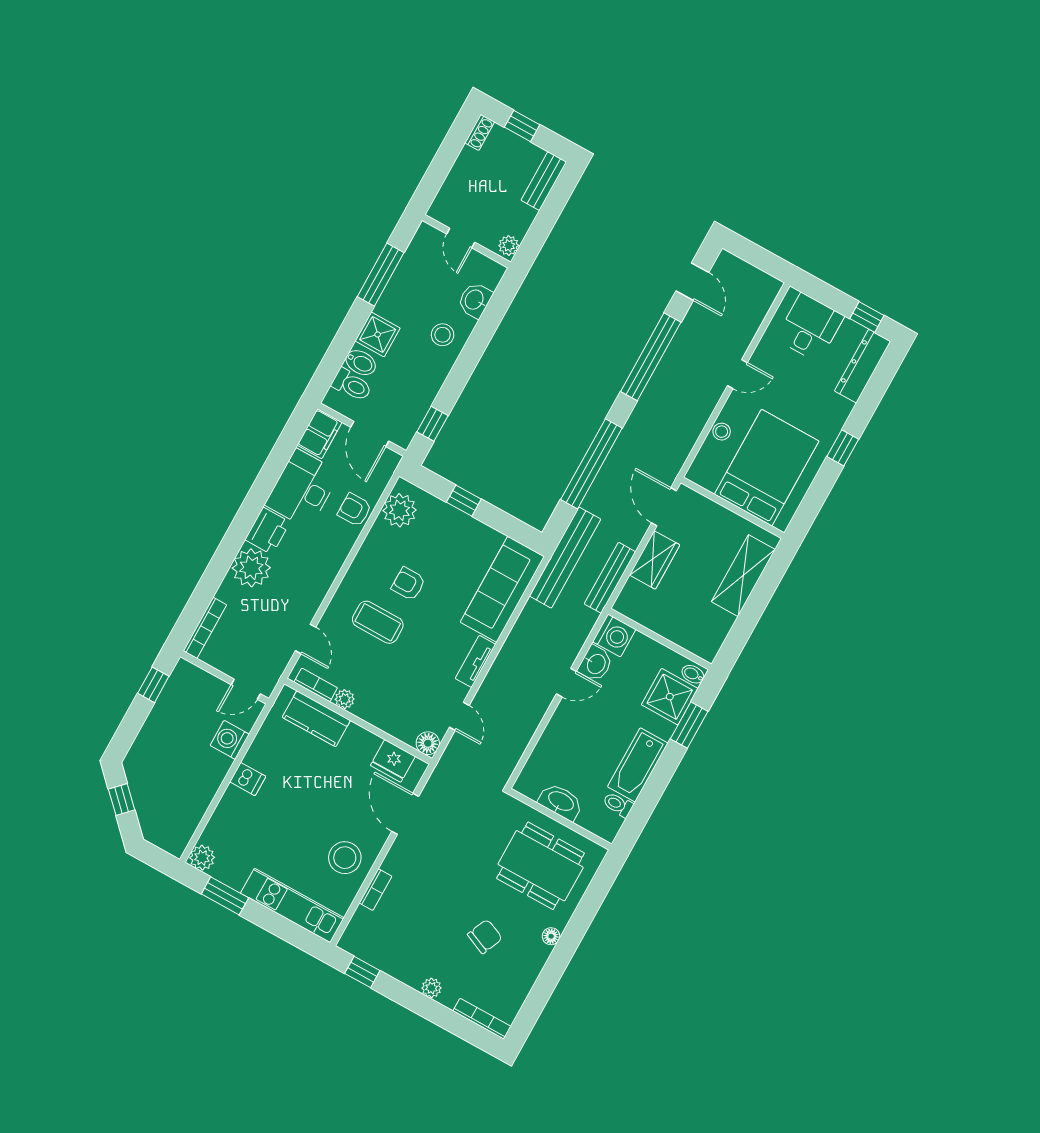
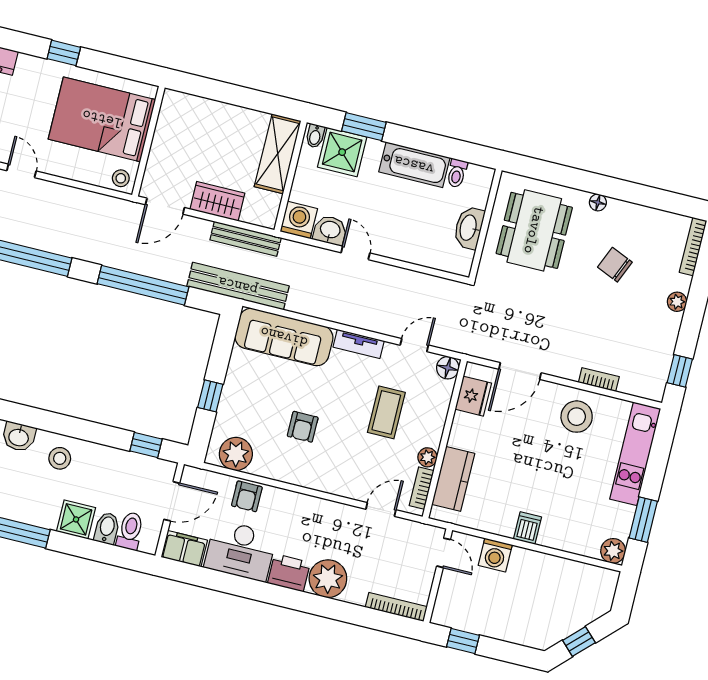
stool: (722, 432) -> (121, 178), moved
shelving: (743, 576) -> (278, 154), moved, turned 90
coffee table: (378, 622) -> (386, 412), moved

